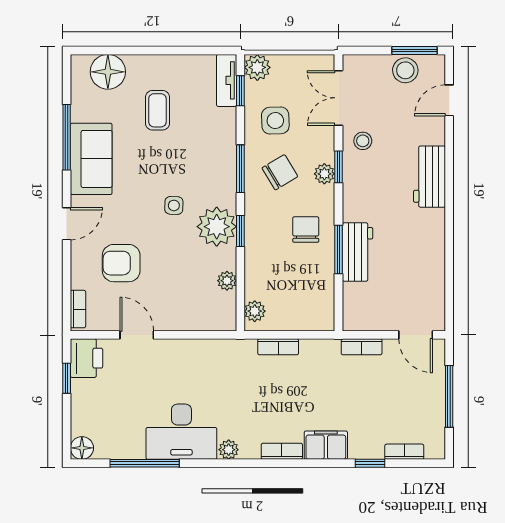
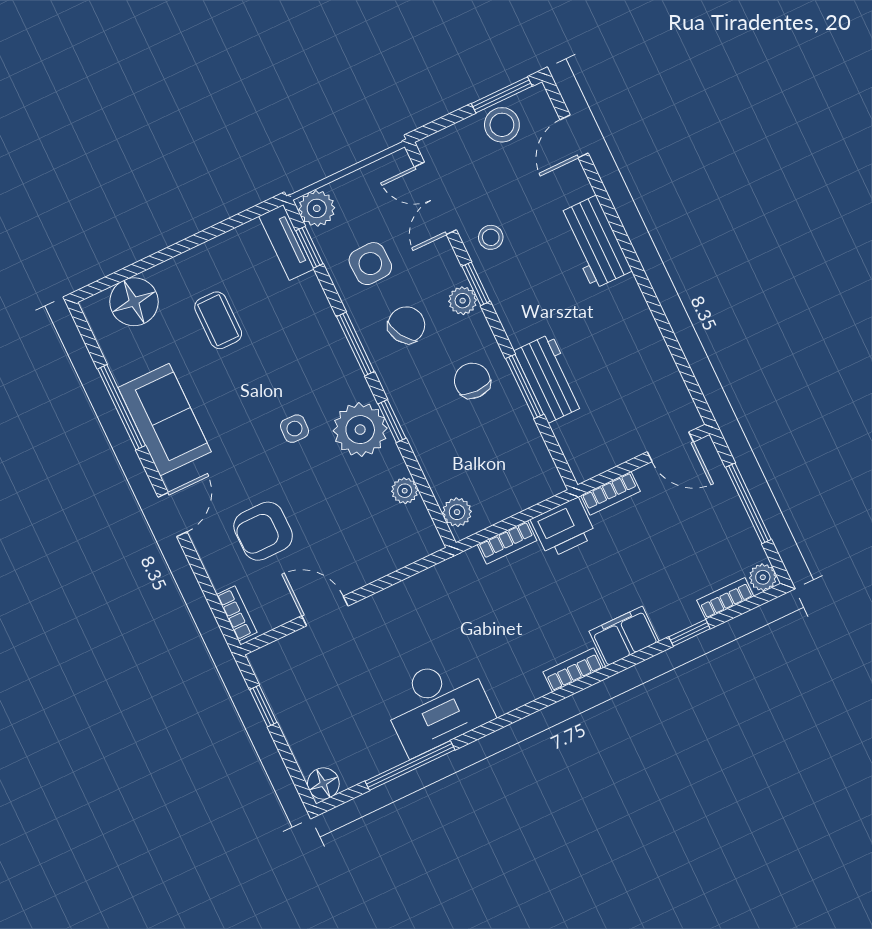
printer: (87, 358) -> (563, 528), moved, turned 90
plant: (229, 450) -> (763, 577), moved

